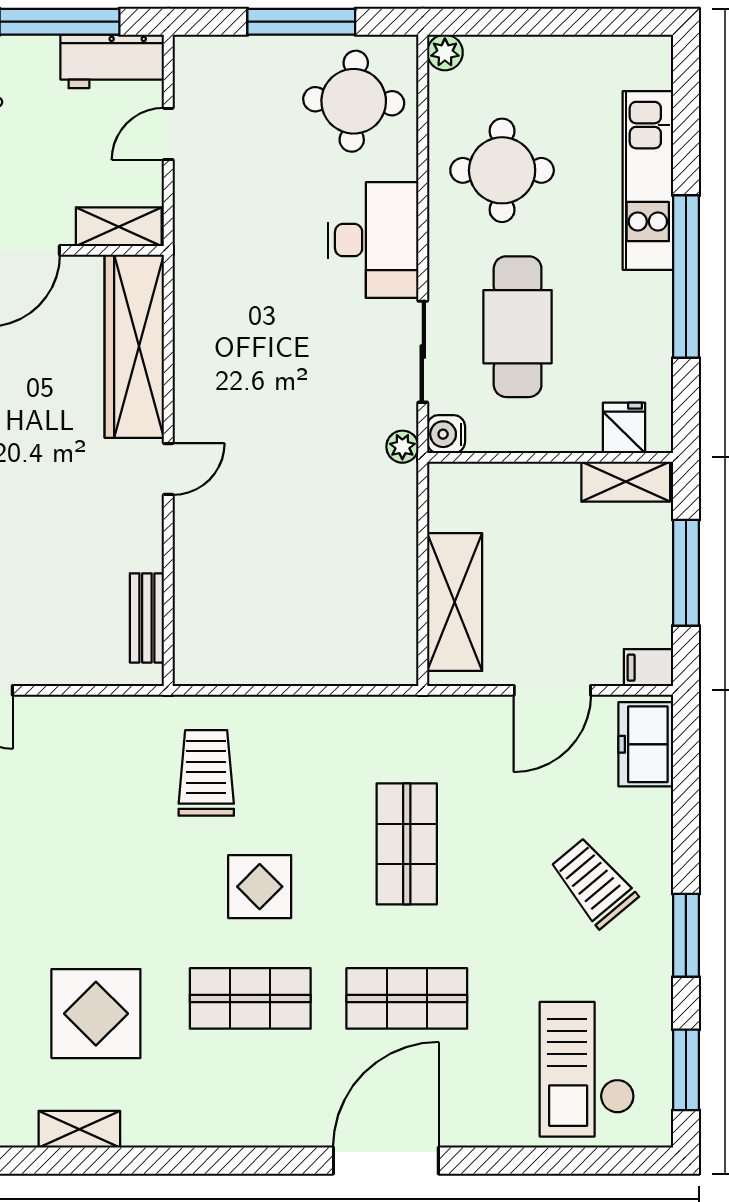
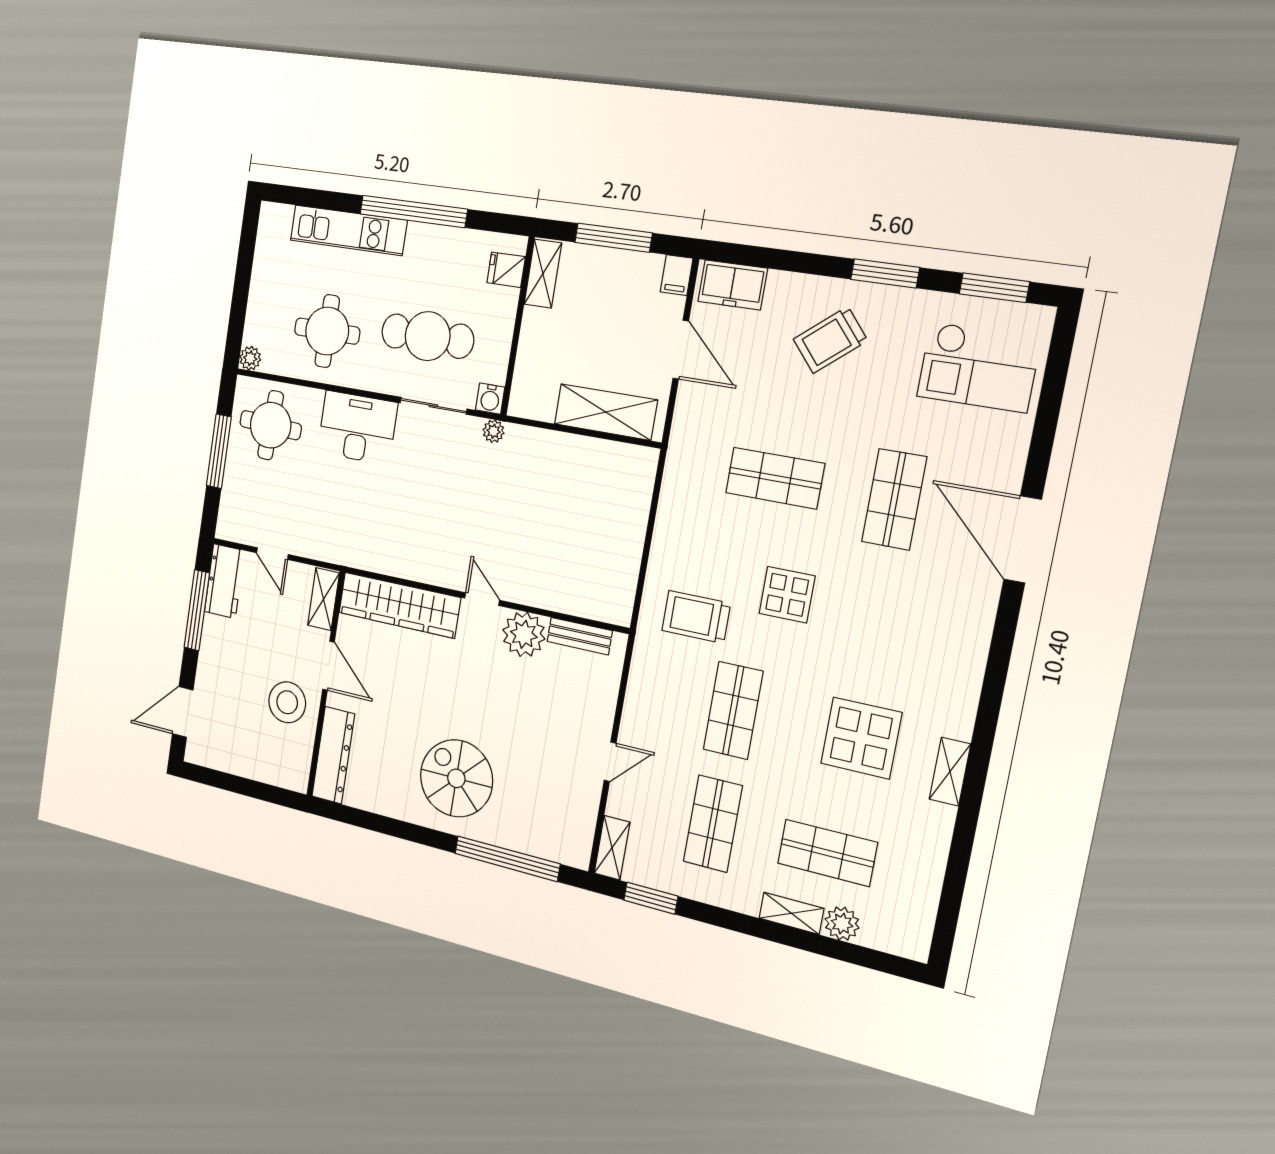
plant: (132, 538) -> (524, 634), added
shop shelf: (250, 998) -> (733, 710), moved

